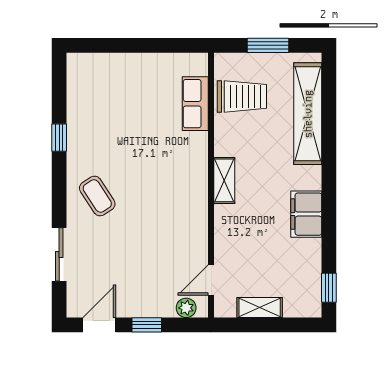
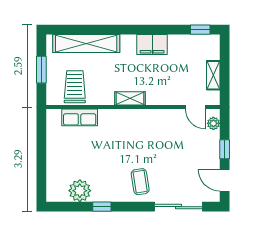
plant: (83, 104) -> (80, 191), added
coffee table: (97, 196) -> (140, 182), turned -66
sliding door: (59, 254) -> (178, 207), width x1.37

